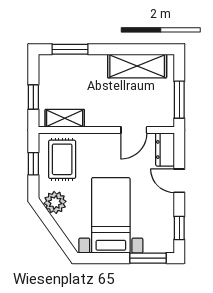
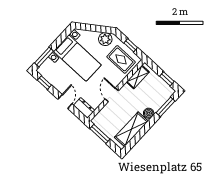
boiler: (97, 63) -> (149, 113), added
window: (33, 97) -> (167, 79), moved
door: (134, 130) -> (112, 95), moved
door: (179, 181) -> (65, 102), hinge flipped

